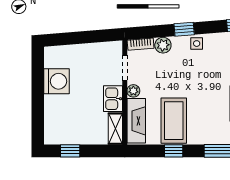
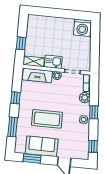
washing machine: (56, 81) -> (82, 28), moved
coffee table: (174, 121) -> (47, 119), moved
window: (70, 151) -> (21, 43), moved

